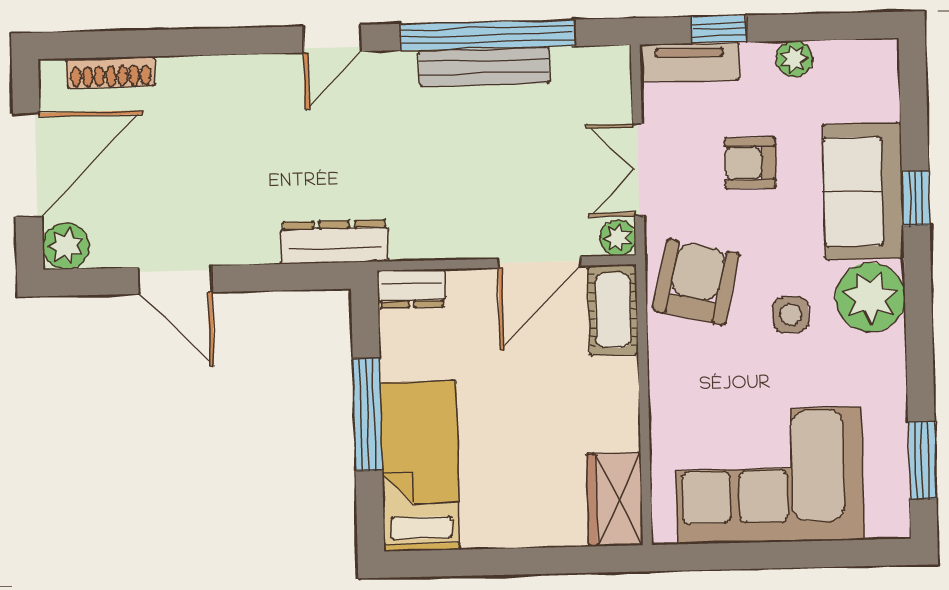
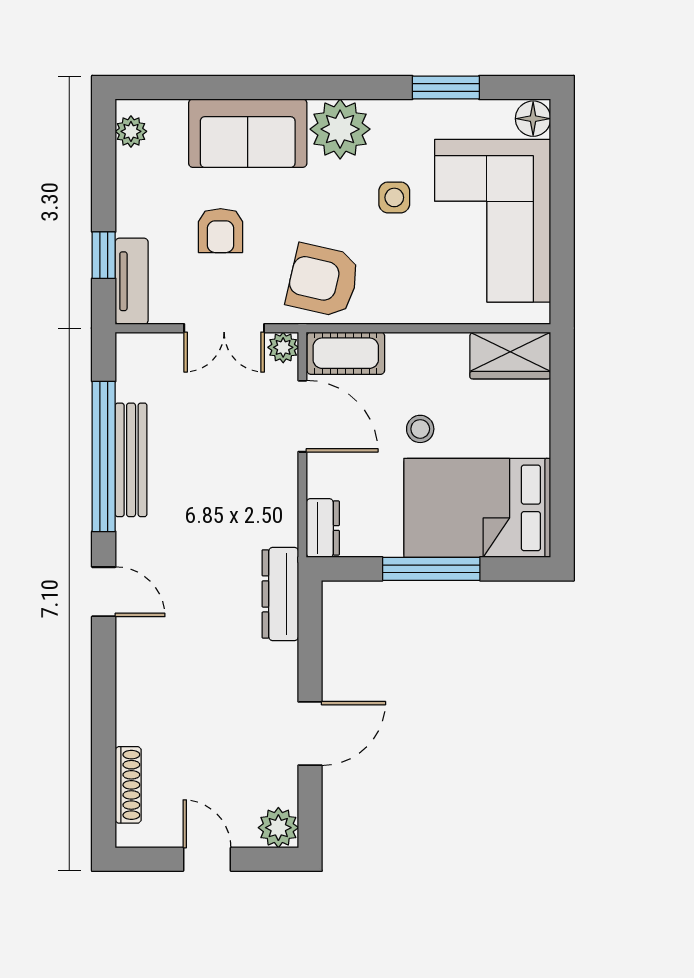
plant: (794, 59) -> (131, 131), moved
door: (28, 165) -> (207, 859), width x0.53
window: (916, 198) -> (255, 87), removed
side table: (791, 315) -> (394, 197), moved
stool: (528, 398) -> (420, 429), added
window: (922, 460) -> (446, 87), moved
bed: (420, 466) -> (477, 508), width x1.50
floor lamp: (888, 519) -> (533, 119), added

